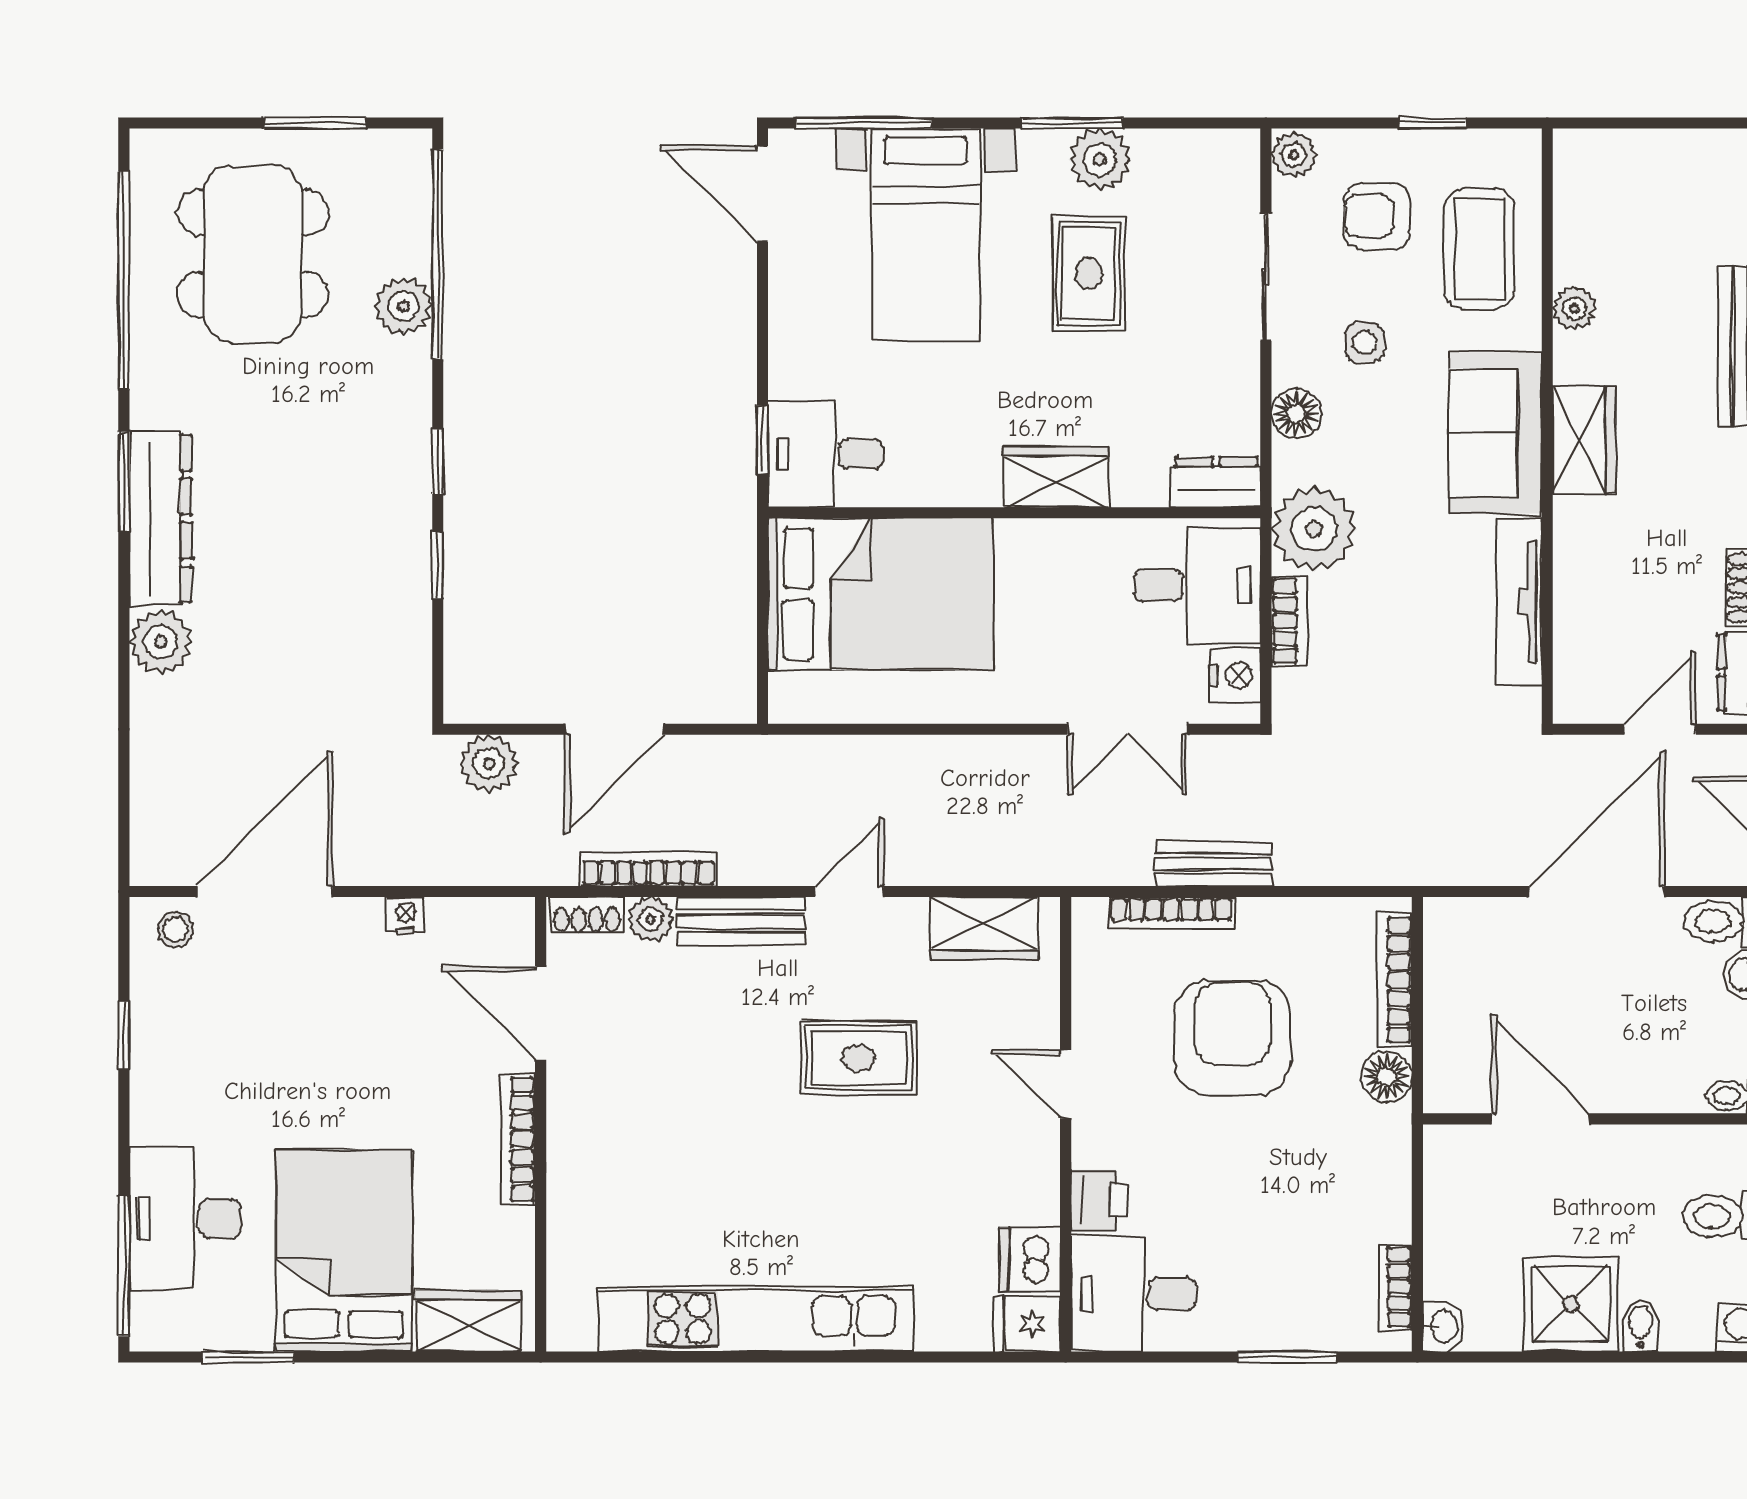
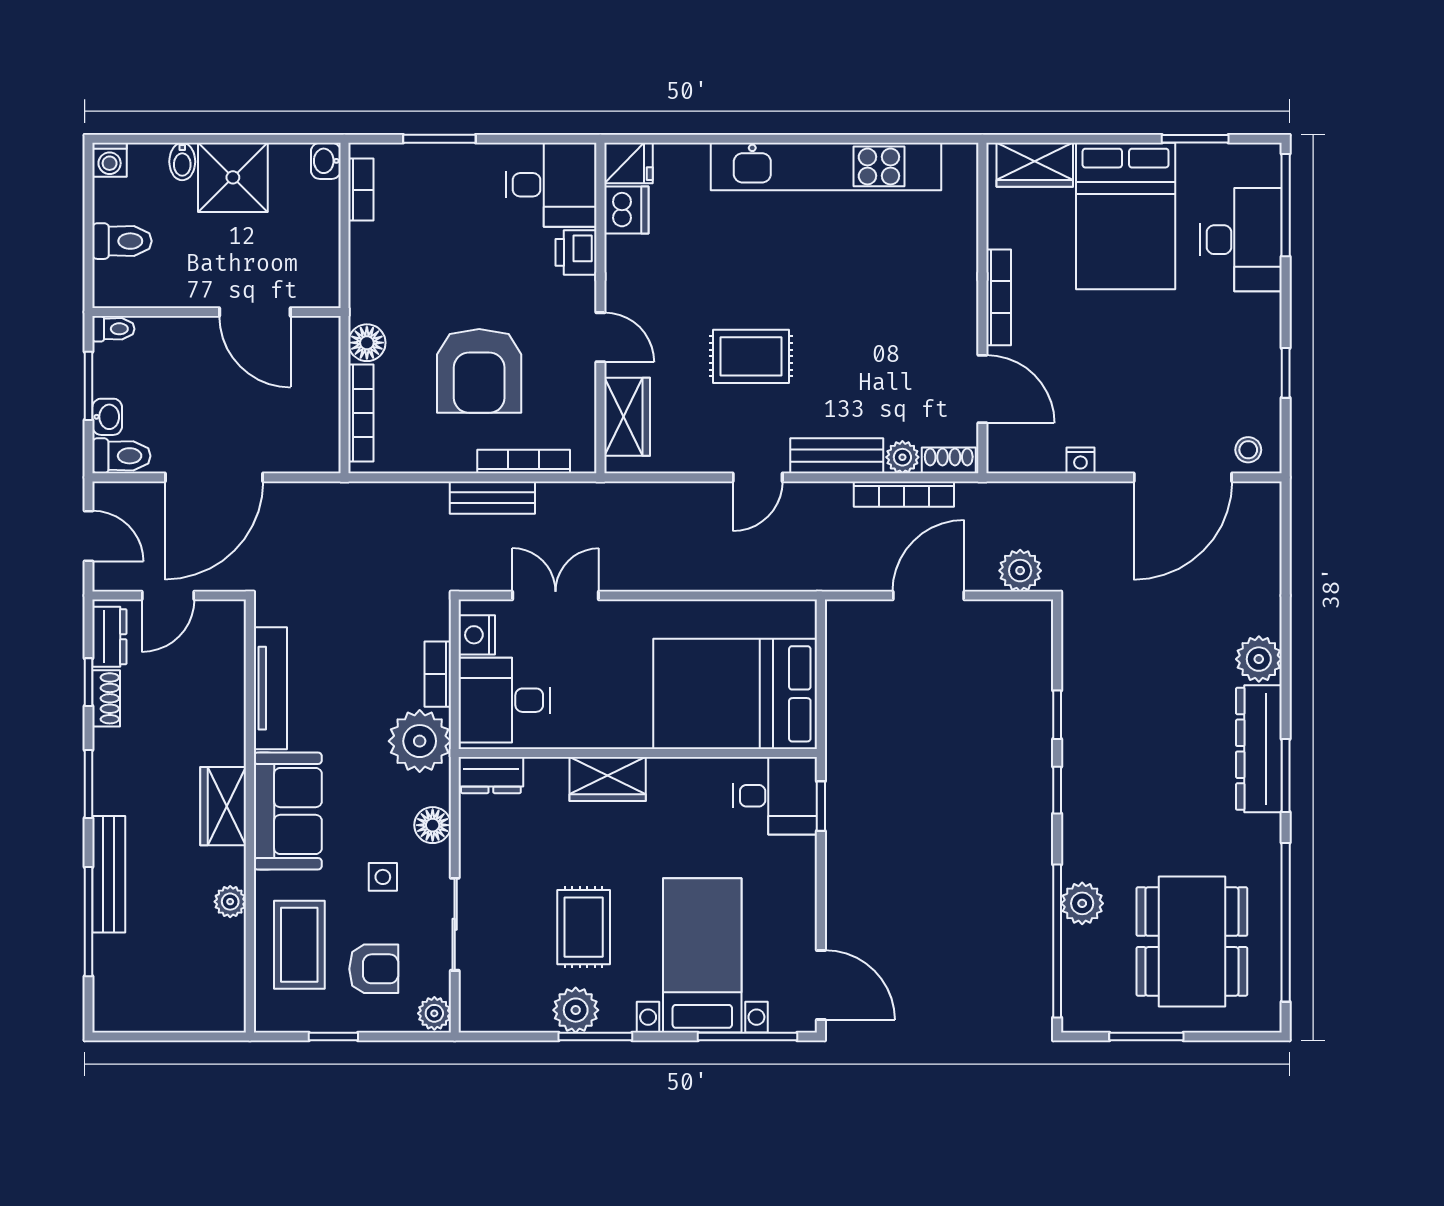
wardrobe: (984, 928) -> (627, 417), moved, turned 90

